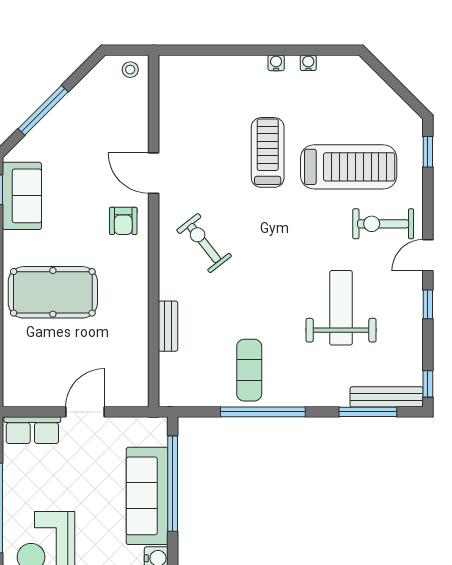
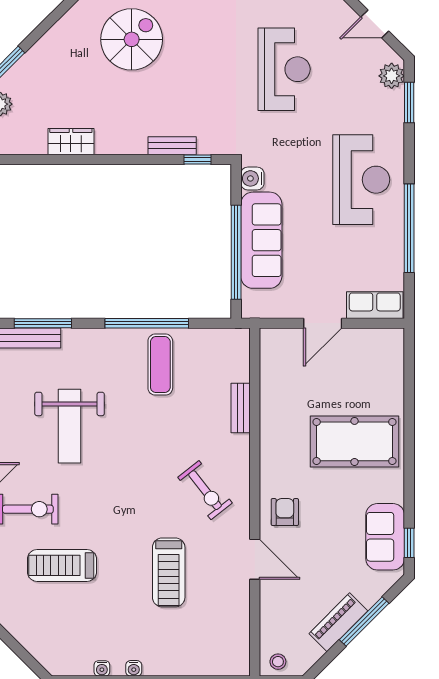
piano: (69, 109) -> (338, 622), added
treadmill: (268, 152) -> (169, 572), moved
treadmill: (349, 167) -> (62, 565), width x0.73, depth x0.73

